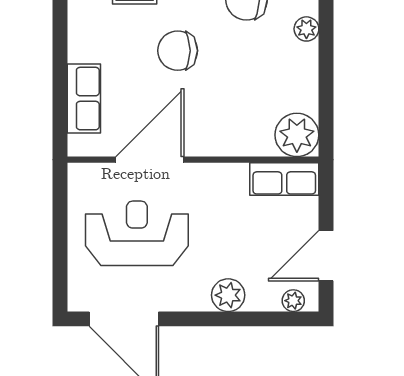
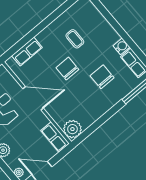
plant: (306, 29) -> (109, 104), removed
door: (150, 160) -> (33, 98), moved

